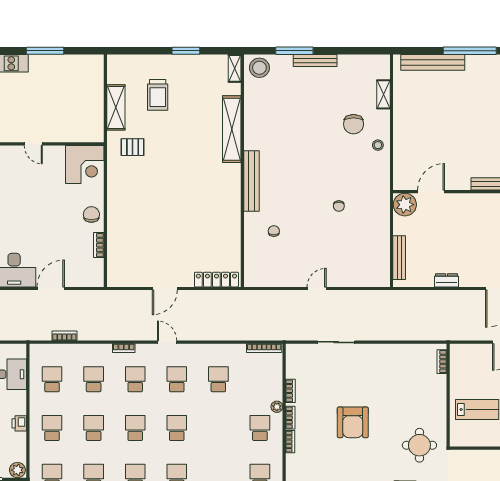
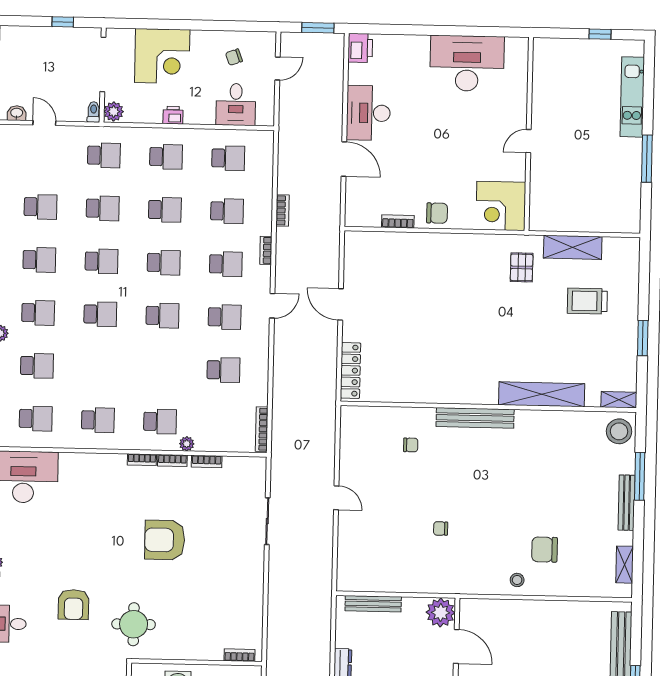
shelving: (383, 94) -> (625, 565), moved, turned 90
bookcase: (64, 336) -> (283, 210), moved

